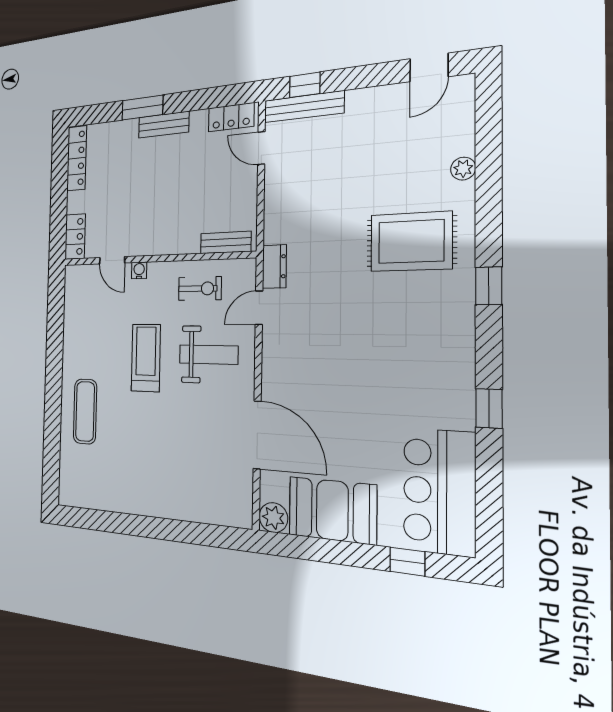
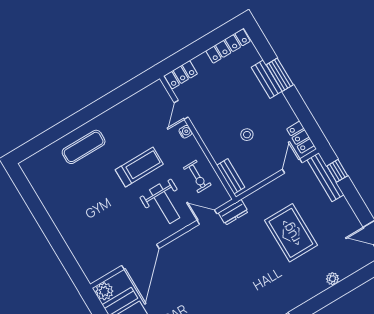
bench: (164, 125) -> (267, 79), moved
stool: (187, 190) -> (247, 135), added
rug: (411, 242) -> (291, 233), moved

